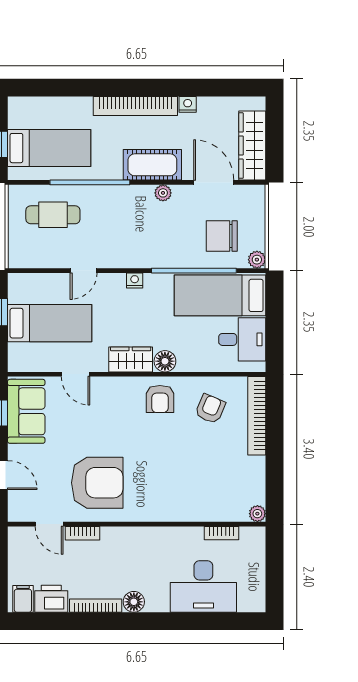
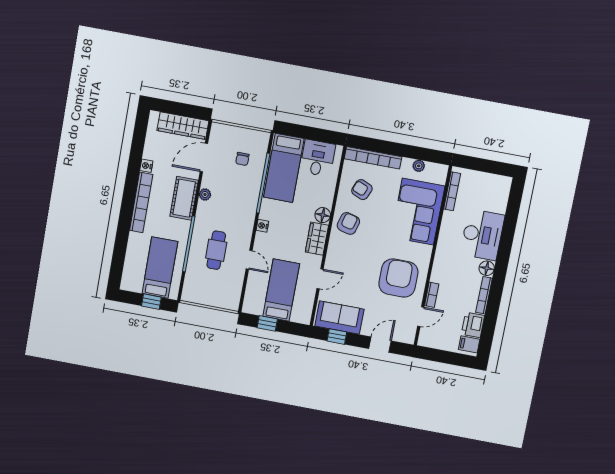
cafe table: (53, 215) -> (216, 250), moved
chair: (222, 236) -> (242, 159), width x0.54, depth x0.54
plant: (257, 260) -> (263, 137), removed
armchair: (160, 399) -> (348, 223), turned -75
corner sofa: (194, 492) -> (418, 212), added
plant: (257, 514) -> (419, 166), moved
bookcase: (221, 533) -> (452, 191), width x1.56
desk: (203, 586) -> (482, 235), moved

